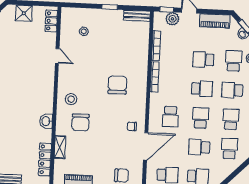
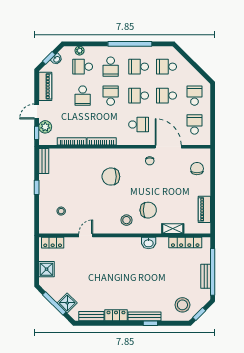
school desk: (199, 147) -> (167, 96), turned 90

